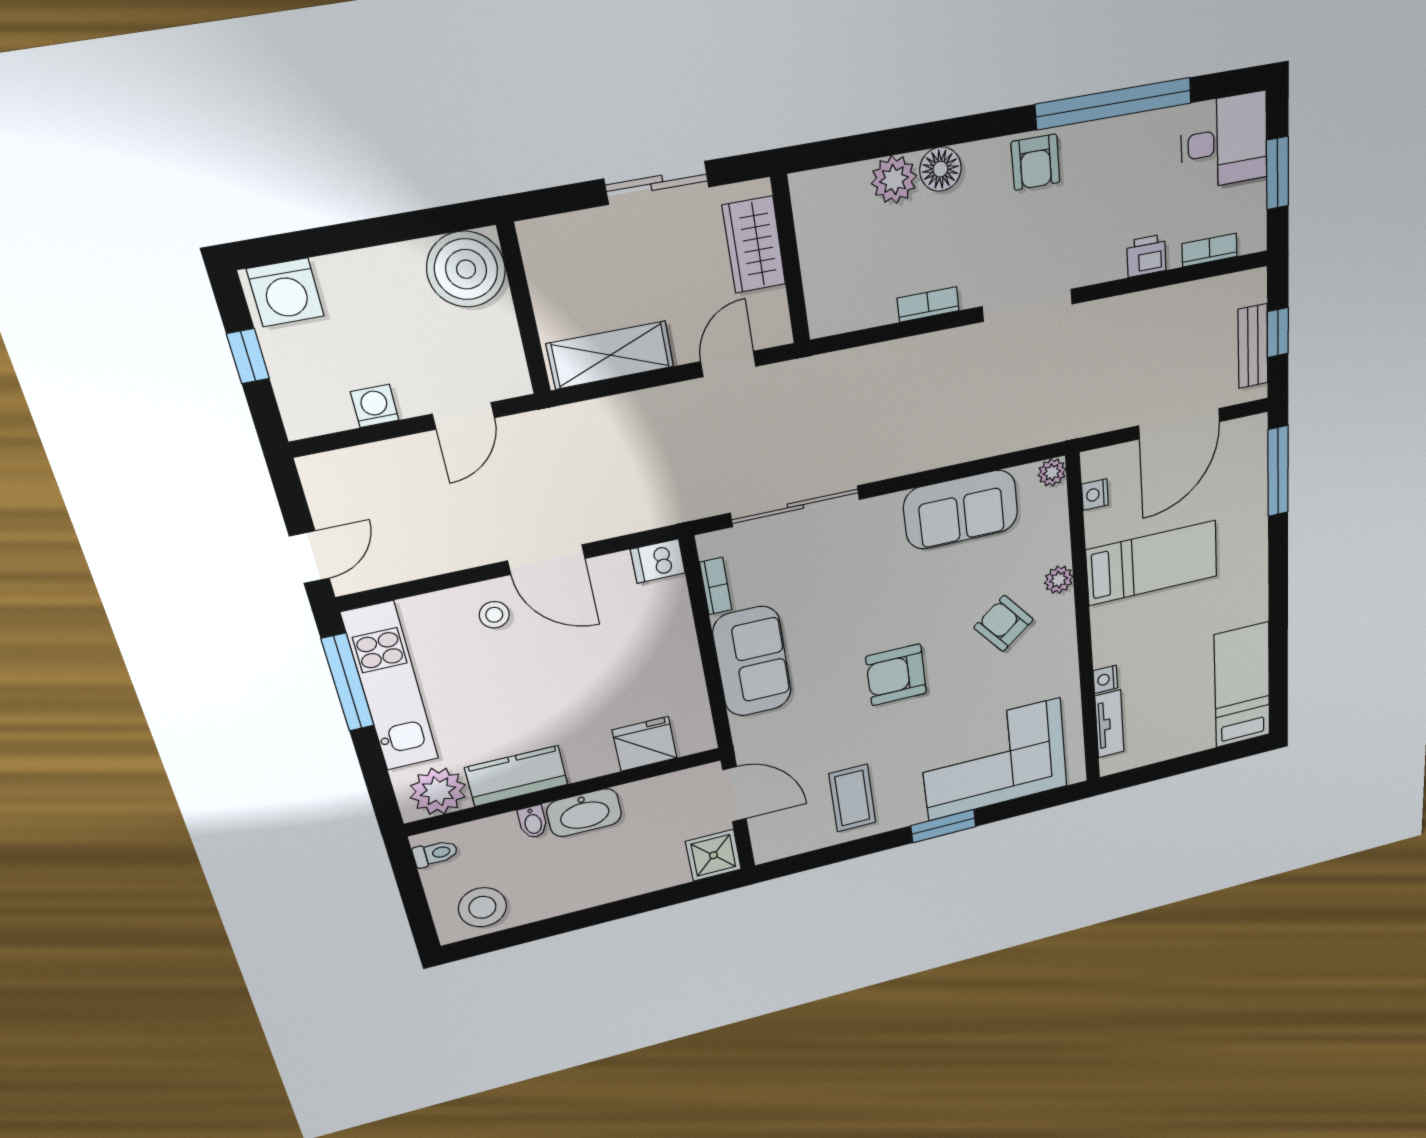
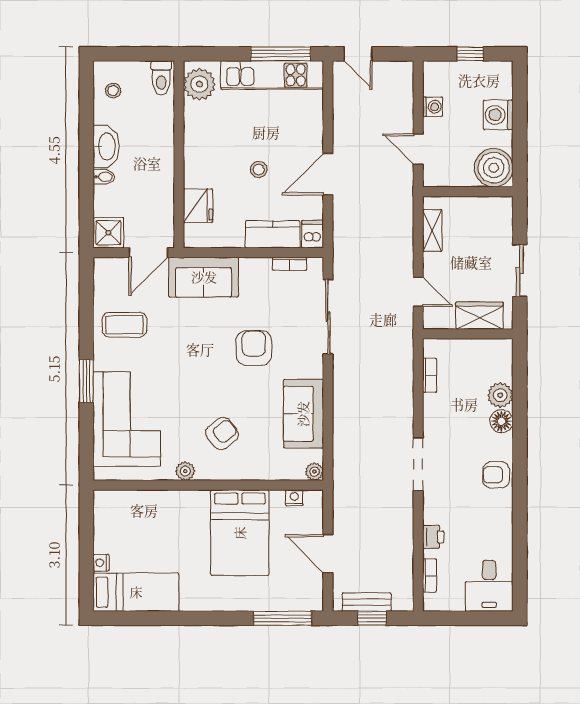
window: (1114, 104) -> (520, 521), removed
window: (1278, 173) -> (466, 618), removed
washing machine: (285, 292) -> (498, 115), moved
bookcase: (928, 304) -> (430, 375), moved
shelving: (610, 355) -> (432, 231), width x0.67, depth x0.75
door: (1179, 424) -> (328, 554), width x0.73
bed: (1152, 563) -> (240, 533), width x1.50
plant: (1059, 580) -> (185, 471), moved
stool: (494, 615) -> (259, 170), moved
sofa: (752, 662) -> (204, 277), moved
armchair: (896, 675) -> (254, 348), moved
nightstand: (1105, 679) -> (101, 563), moved, turned -90
tv unit: (1109, 724) -> (132, 499), removed
kitchen counter: (517, 776) -> (273, 234), moved, turned -90
washbasin: (584, 813) -> (106, 146), moved, turned 180
bidet: (533, 822) -> (104, 177), moved, turned 180
toilet: (435, 853) -> (161, 78), width x1.37, depth x1.39
stool: (482, 907) -> (113, 90), width x0.53, depth x0.53

